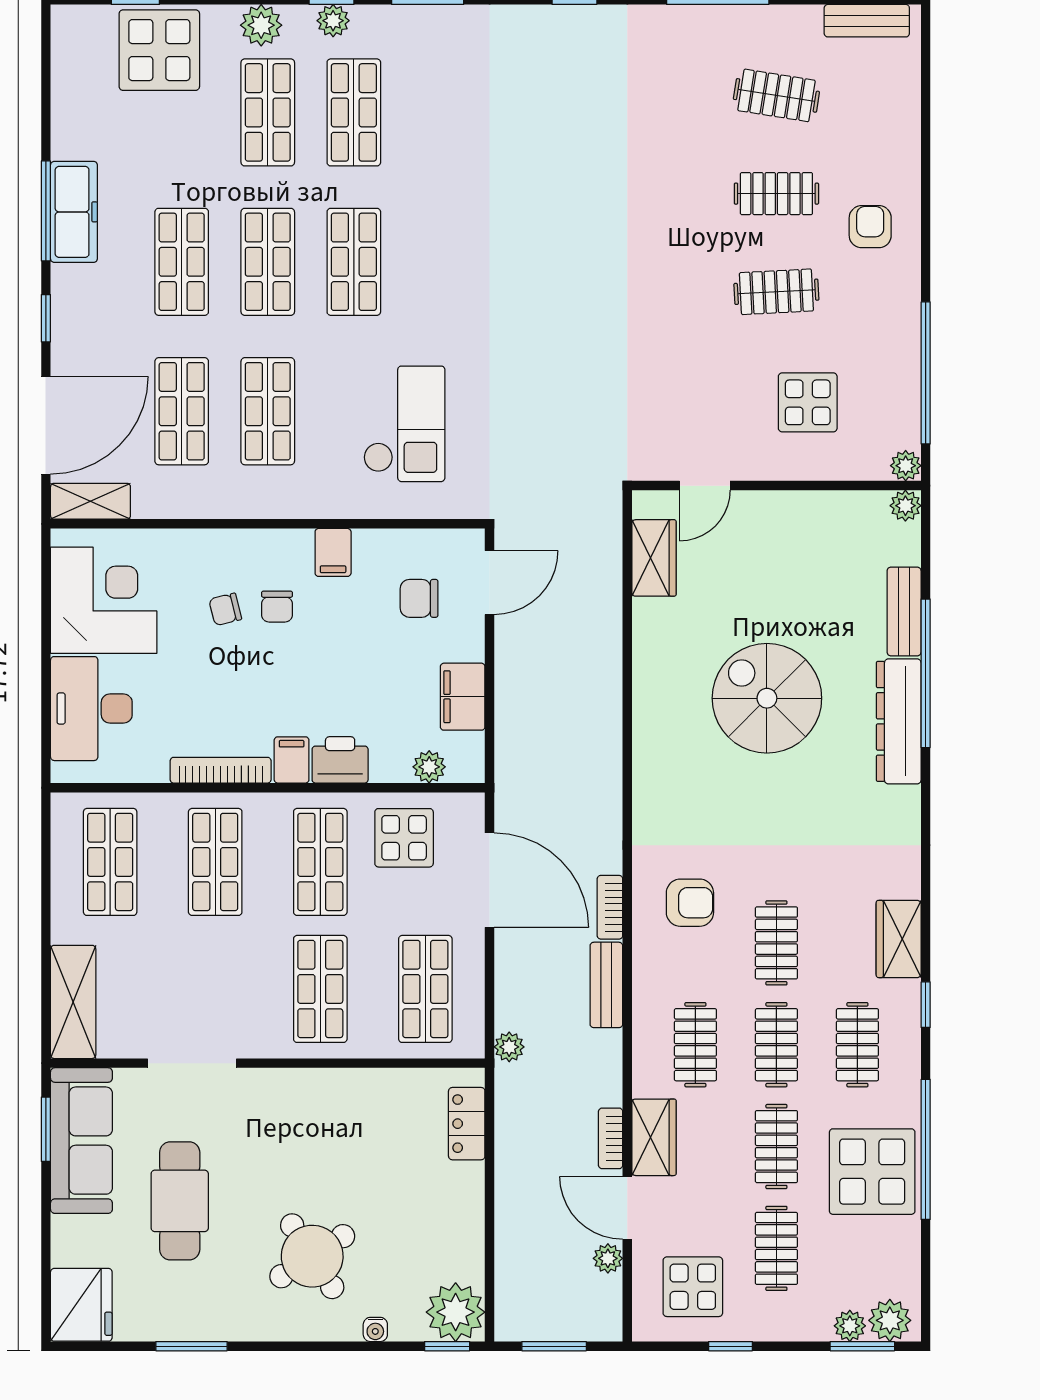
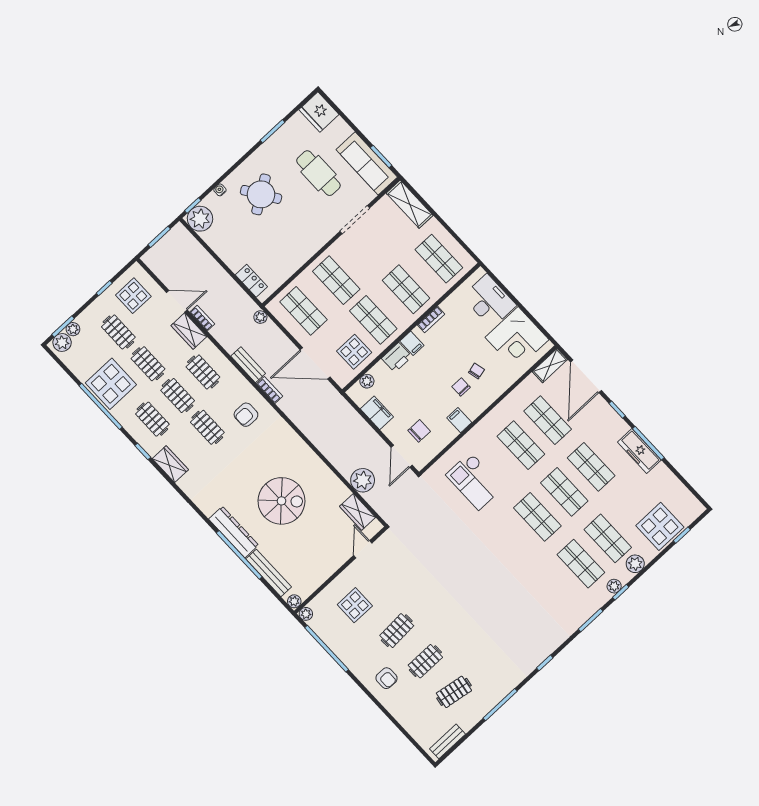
bench: (904, 611) -> (269, 573), width x1.36
bookcase: (221, 770) -> (431, 319), width x0.64
plant: (608, 1258) -> (363, 480), moved, width x1.88, depth x1.88

